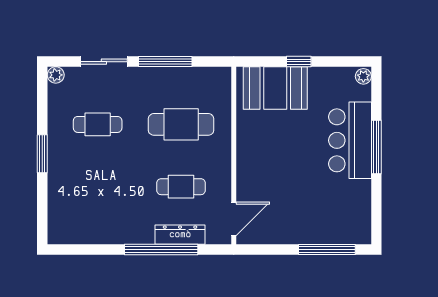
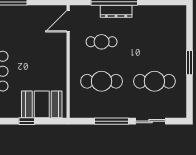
plant: (56, 75) -> (181, 113), removed
cafe table: (98, 124) -> (154, 81), width x1.37, depth x1.35
dresser: (180, 235) -> (116, 11), moved

